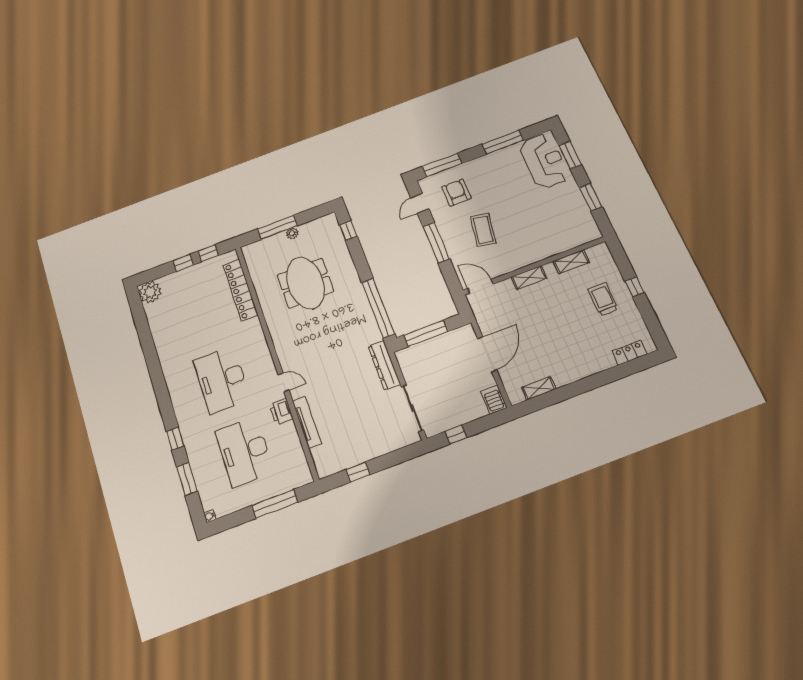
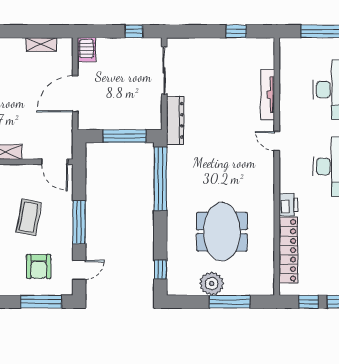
plant: (292, 233) -> (212, 284), width x1.87, depth x1.87
printer: (281, 412) -> (288, 205), moved

